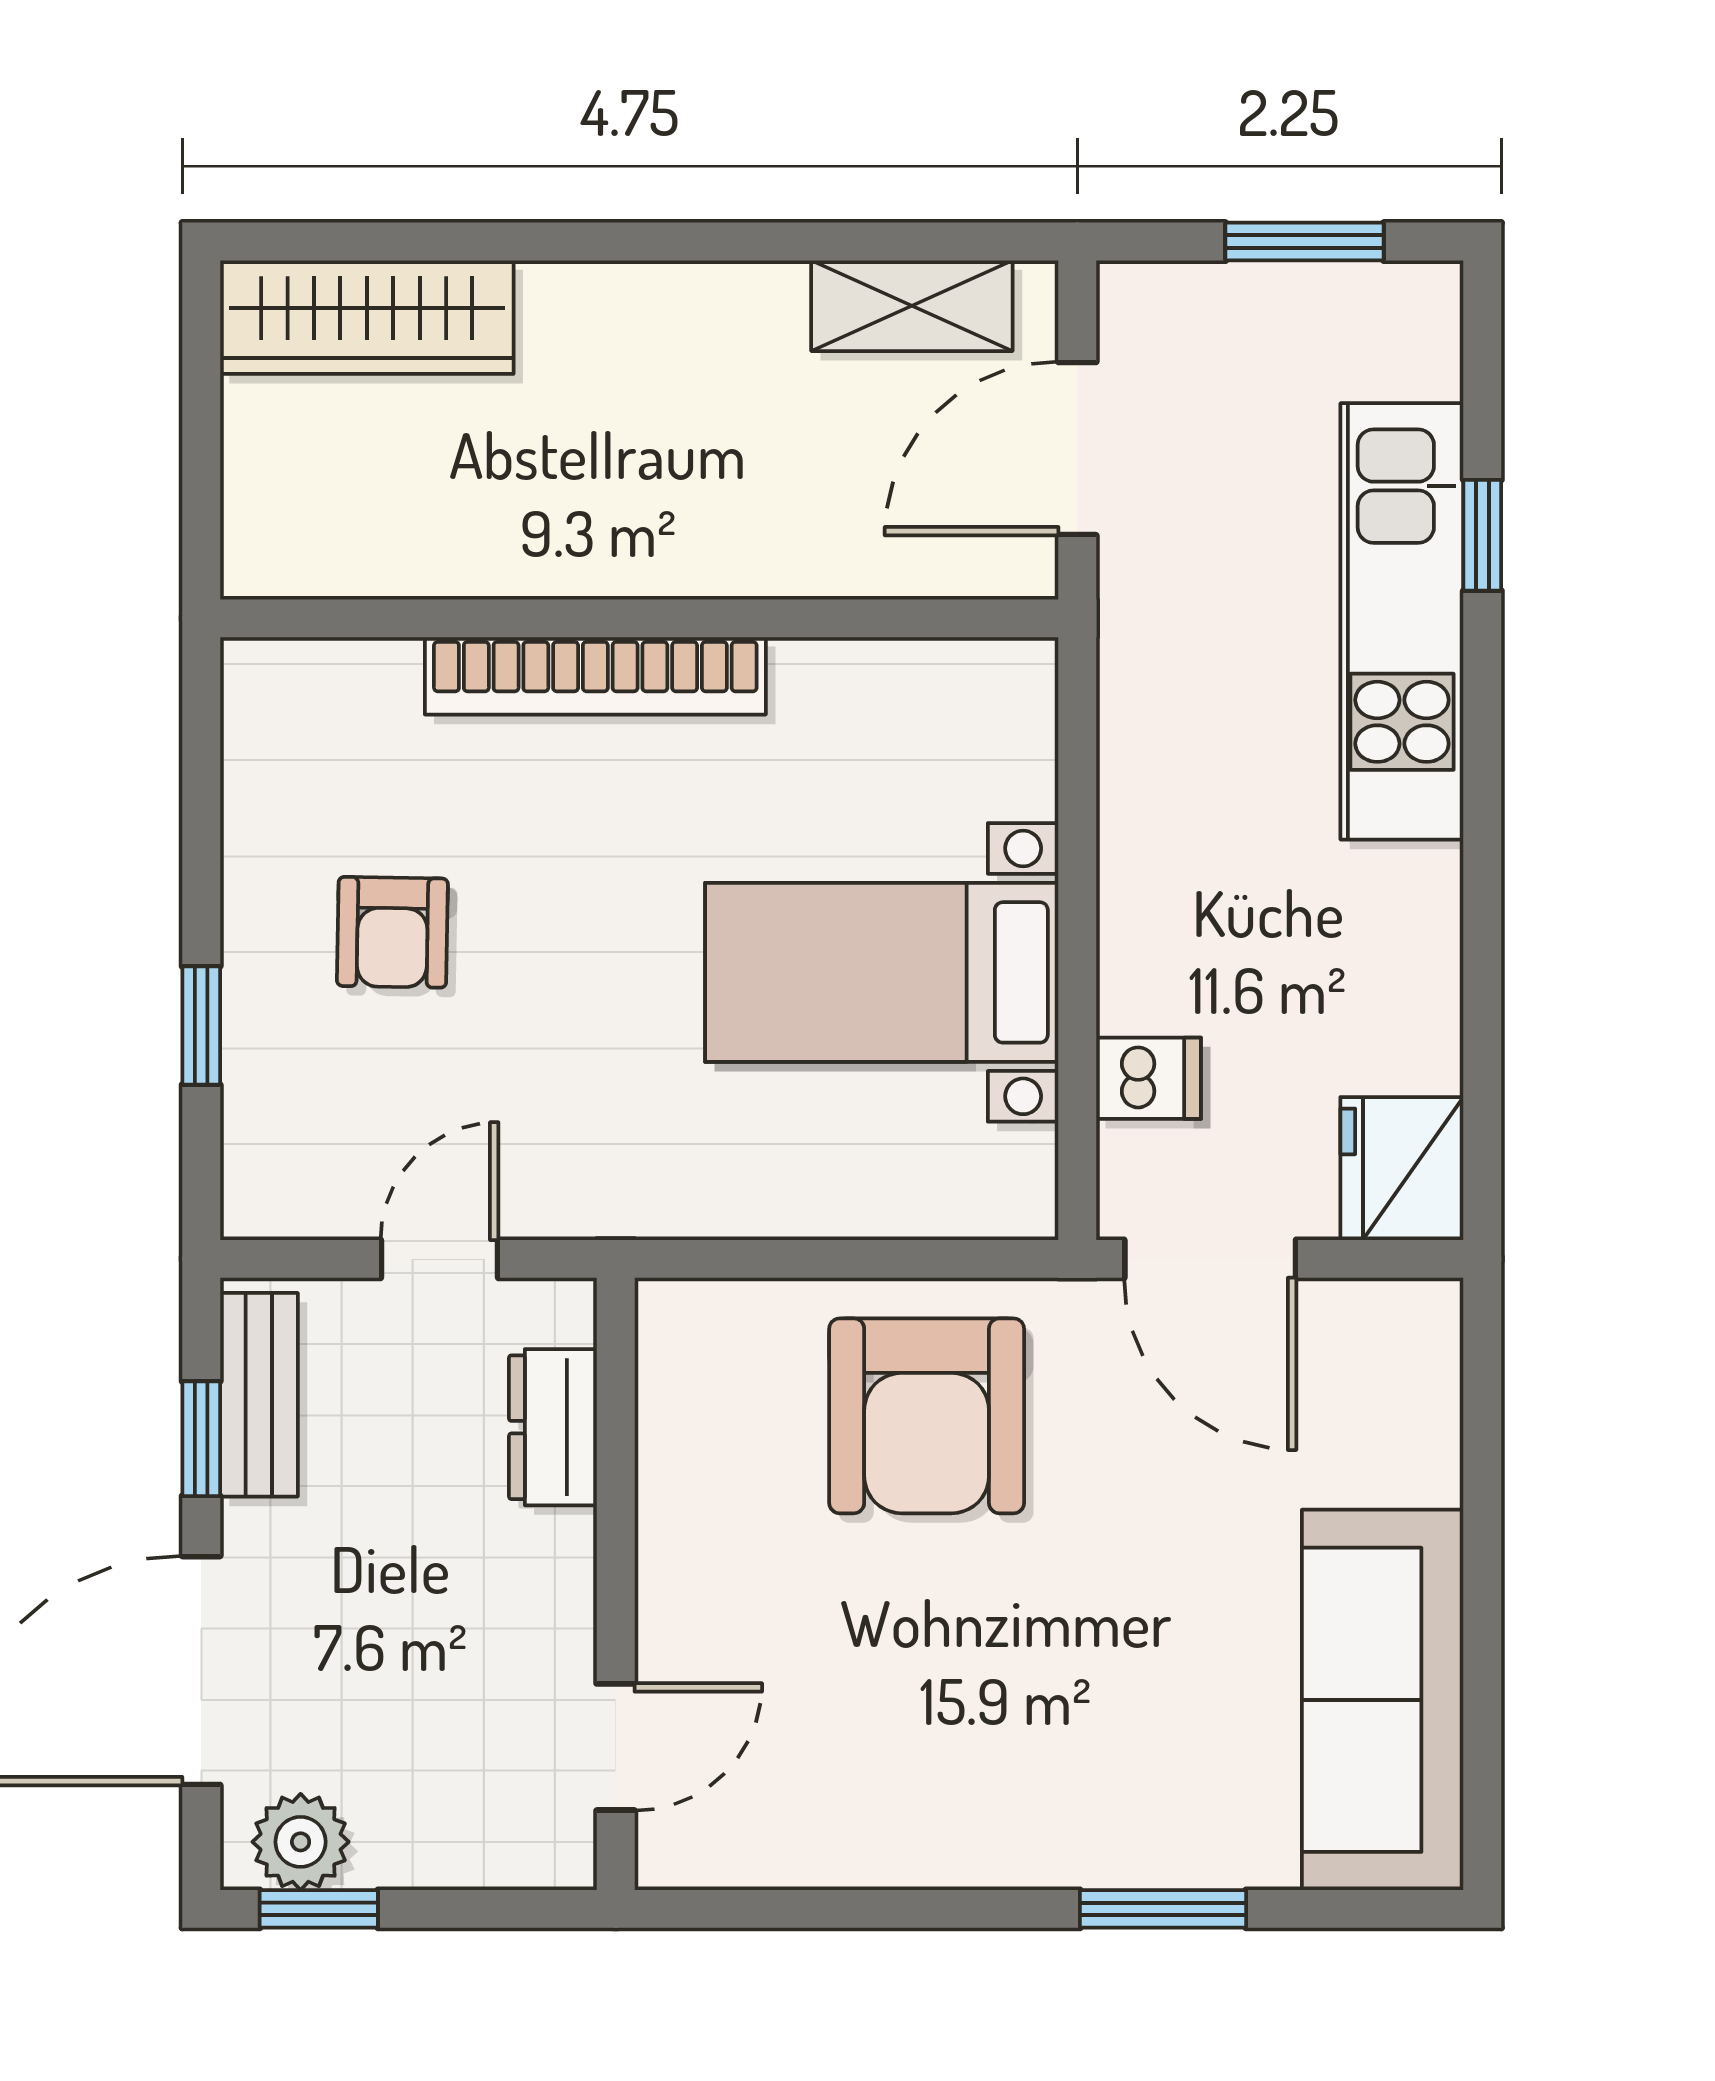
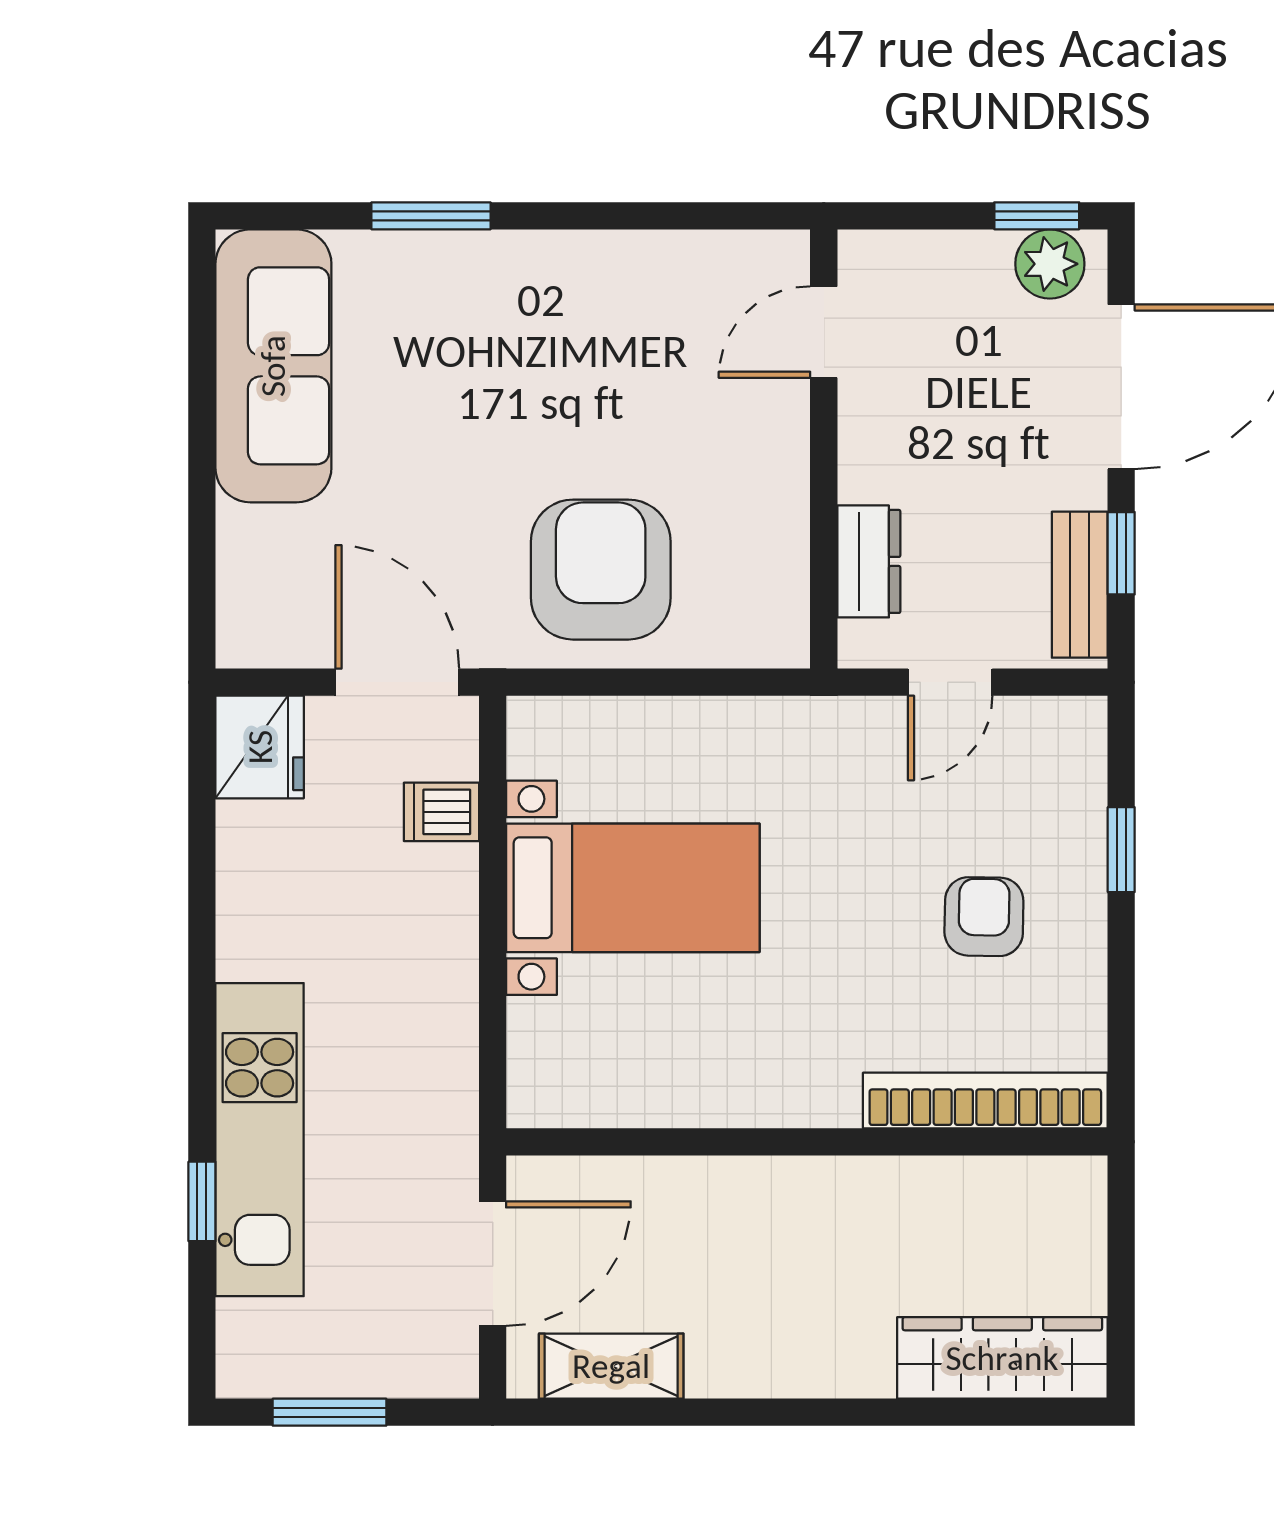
bookcase: (595, 676) -> (985, 1101), moved

